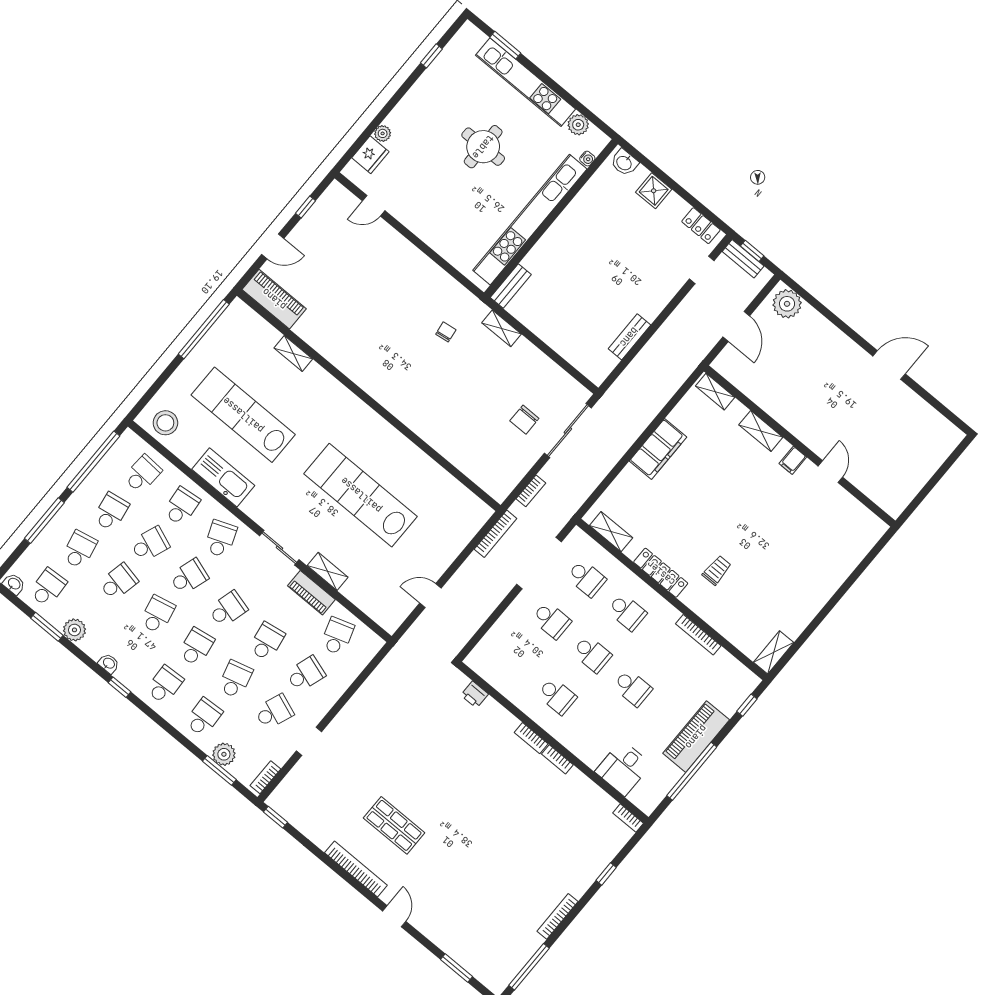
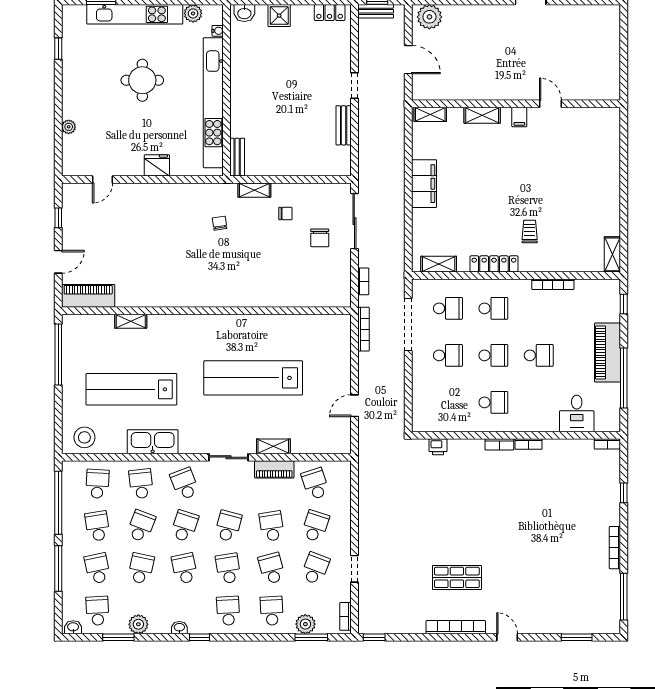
fridge: (370, 155) -> (157, 165), moved, turned -90
doorway: (702, 270) -> (354, 85), moved
chair: (512, 372) -> (285, 214), added

